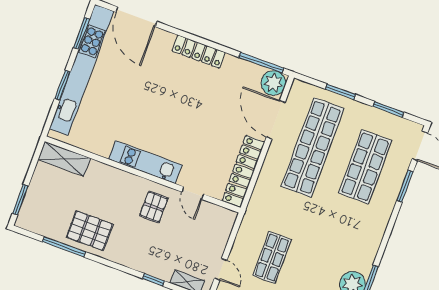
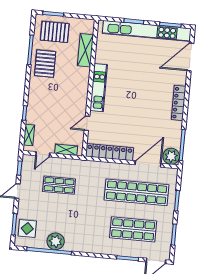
shelving: (64, 159) -> (85, 50), moved
pallet: (154, 207) -> (55, 32), moved, width x1.50, depth x1.42
shelving: (223, 233) -> (66, 150), added

